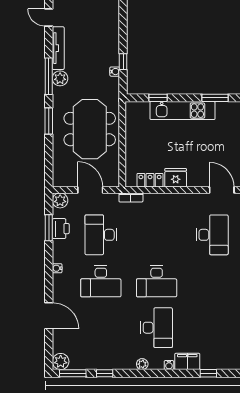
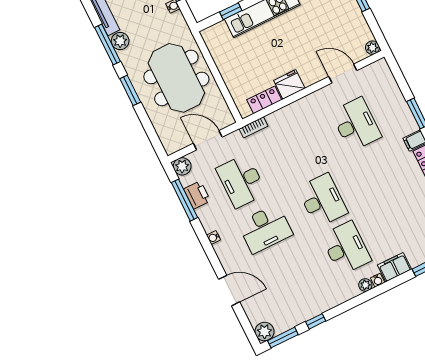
window: (49, 228) -> (184, 200), width x1.44
desk: (157, 281) -> (322, 200), turned -90
plant: (142, 364) -> (365, 285), moved

